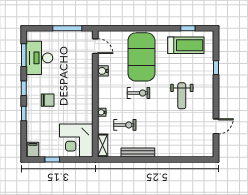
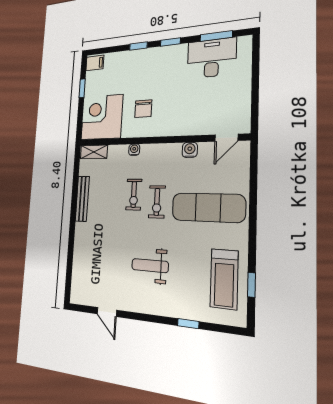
window: (67, 28) -> (255, 94), removed
exercise mat: (141, 57) -> (208, 208), width x0.68
chair: (48, 100) -> (143, 109), moved
exercise bike: (125, 125) -> (134, 195), moved

